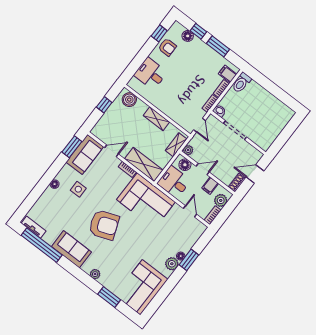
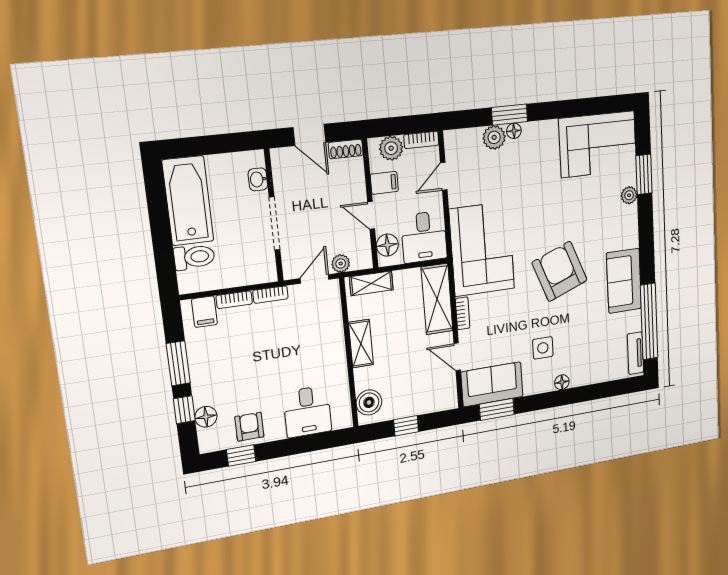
toilet: (241, 83) -> (194, 257), moved
bathtub: (273, 108) -> (188, 201), added
washbasin: (219, 111) -> (258, 179), moved
plant: (188, 150) -> (341, 263), moved
plant: (172, 264) -> (494, 137), moved
plant: (95, 274) -> (629, 195), moved

